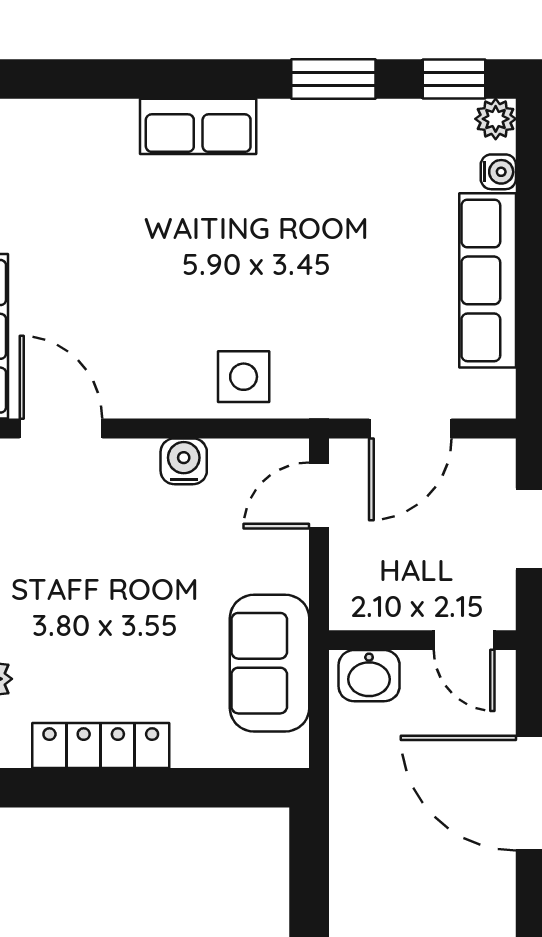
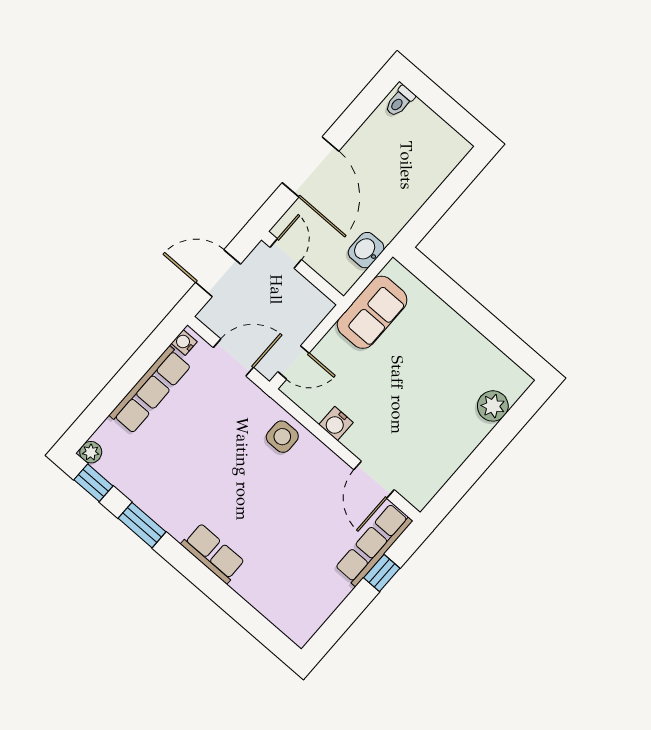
water cooler: (498, 172) -> (184, 343), moved
washbasin: (369, 676) -> (366, 250), moved, turned -90
locker: (101, 745) -> (469, 338), removed

